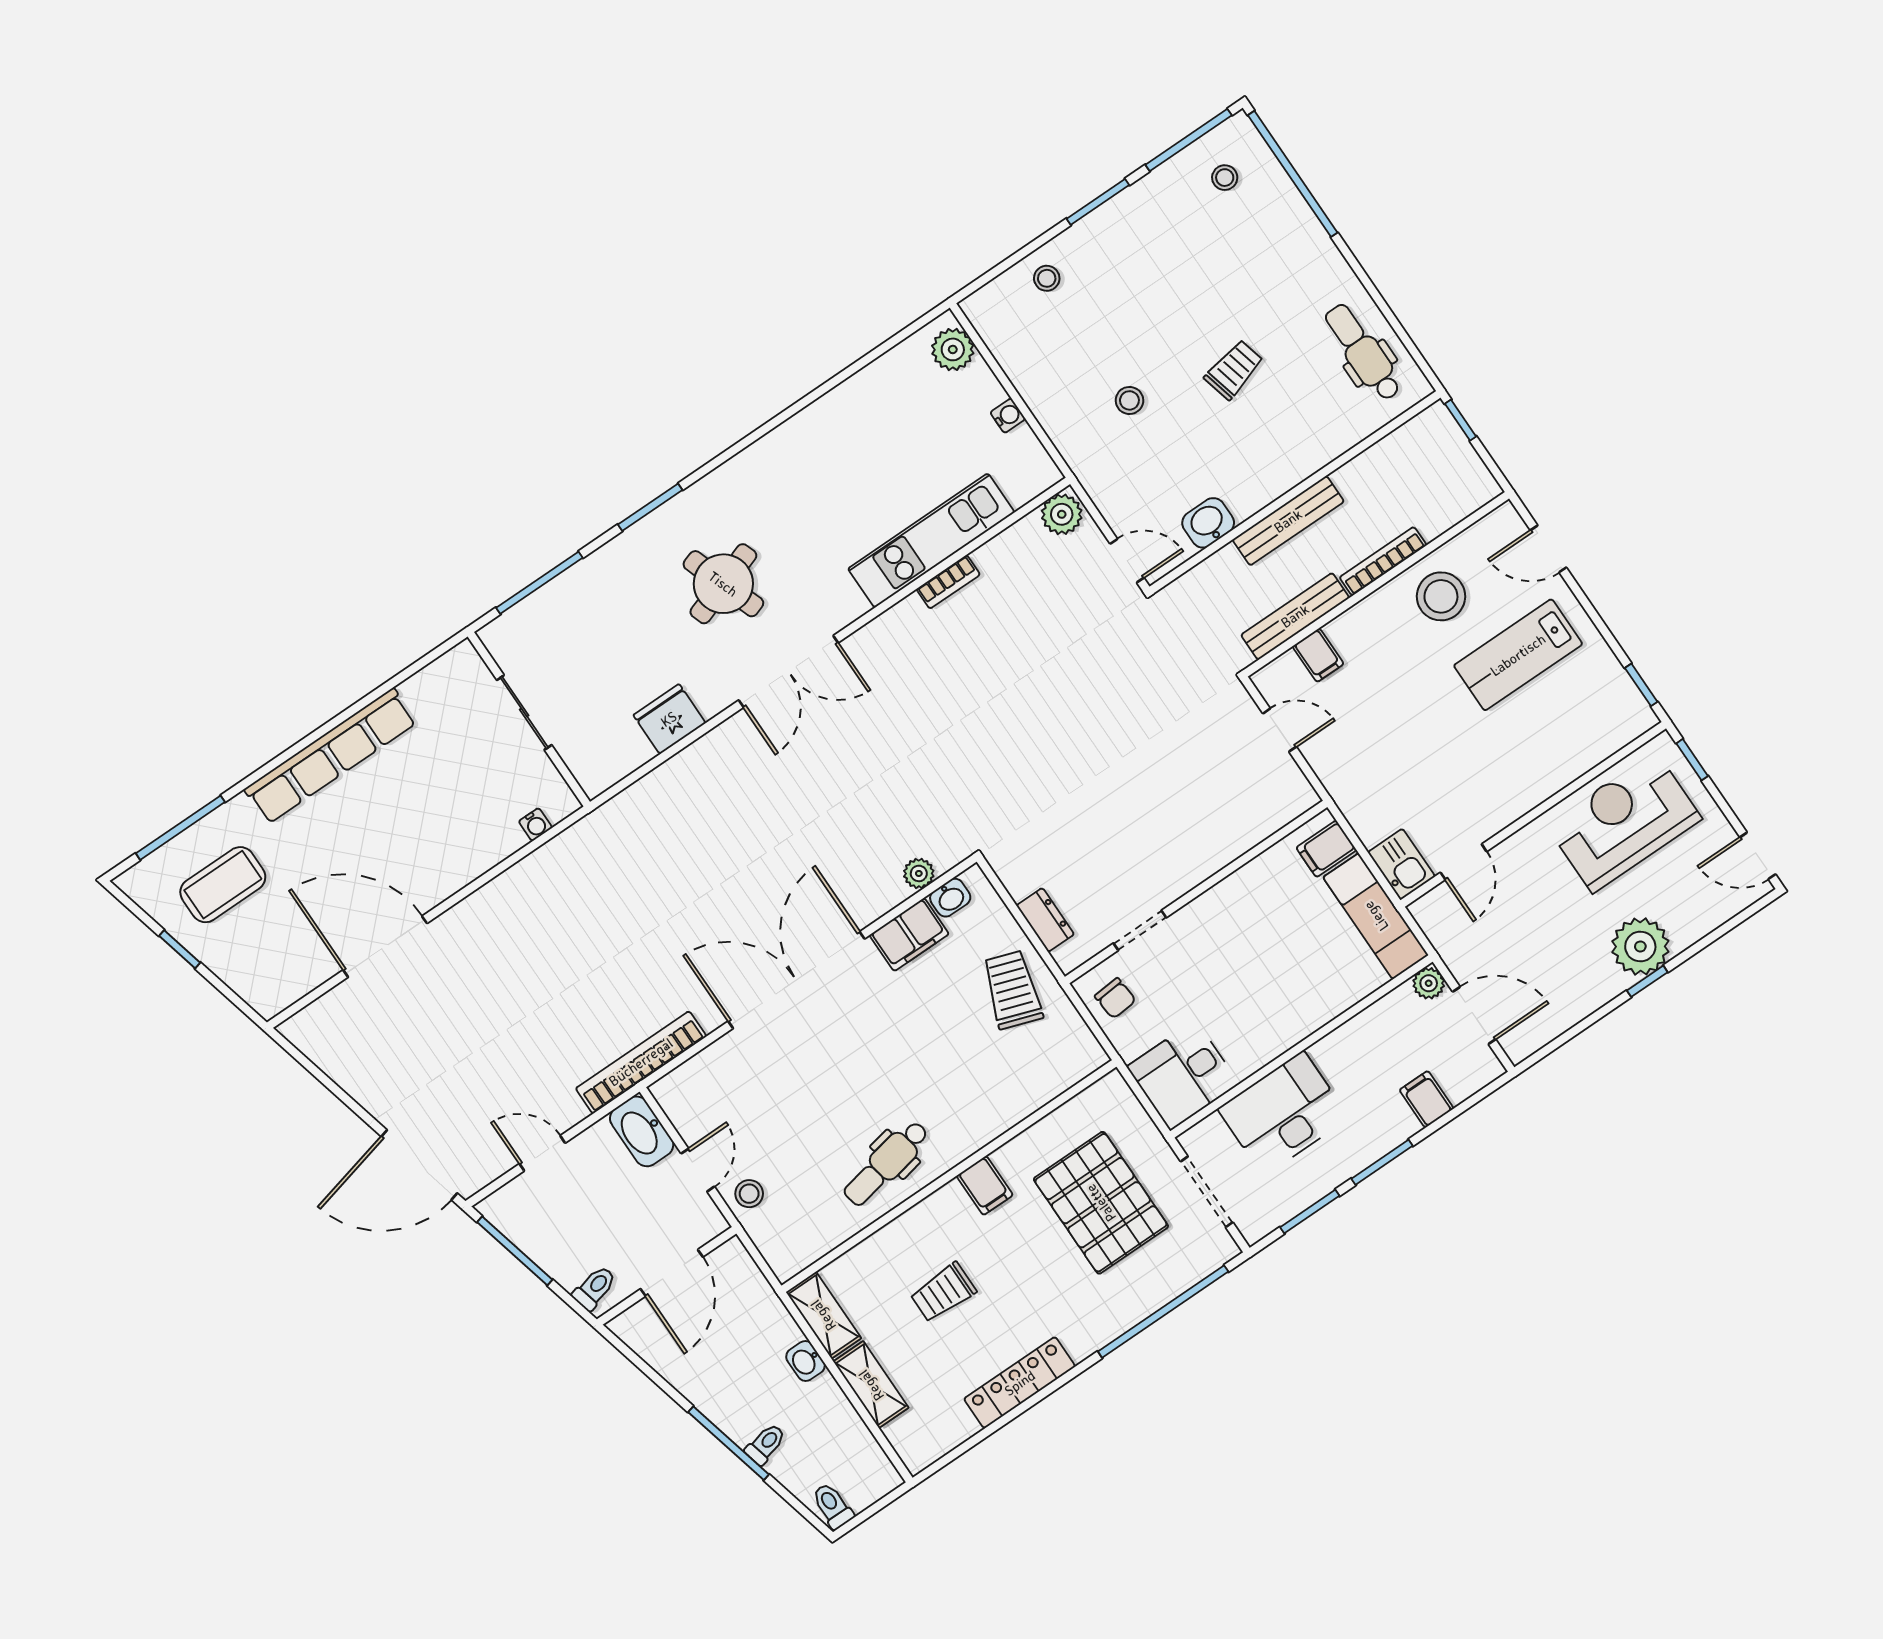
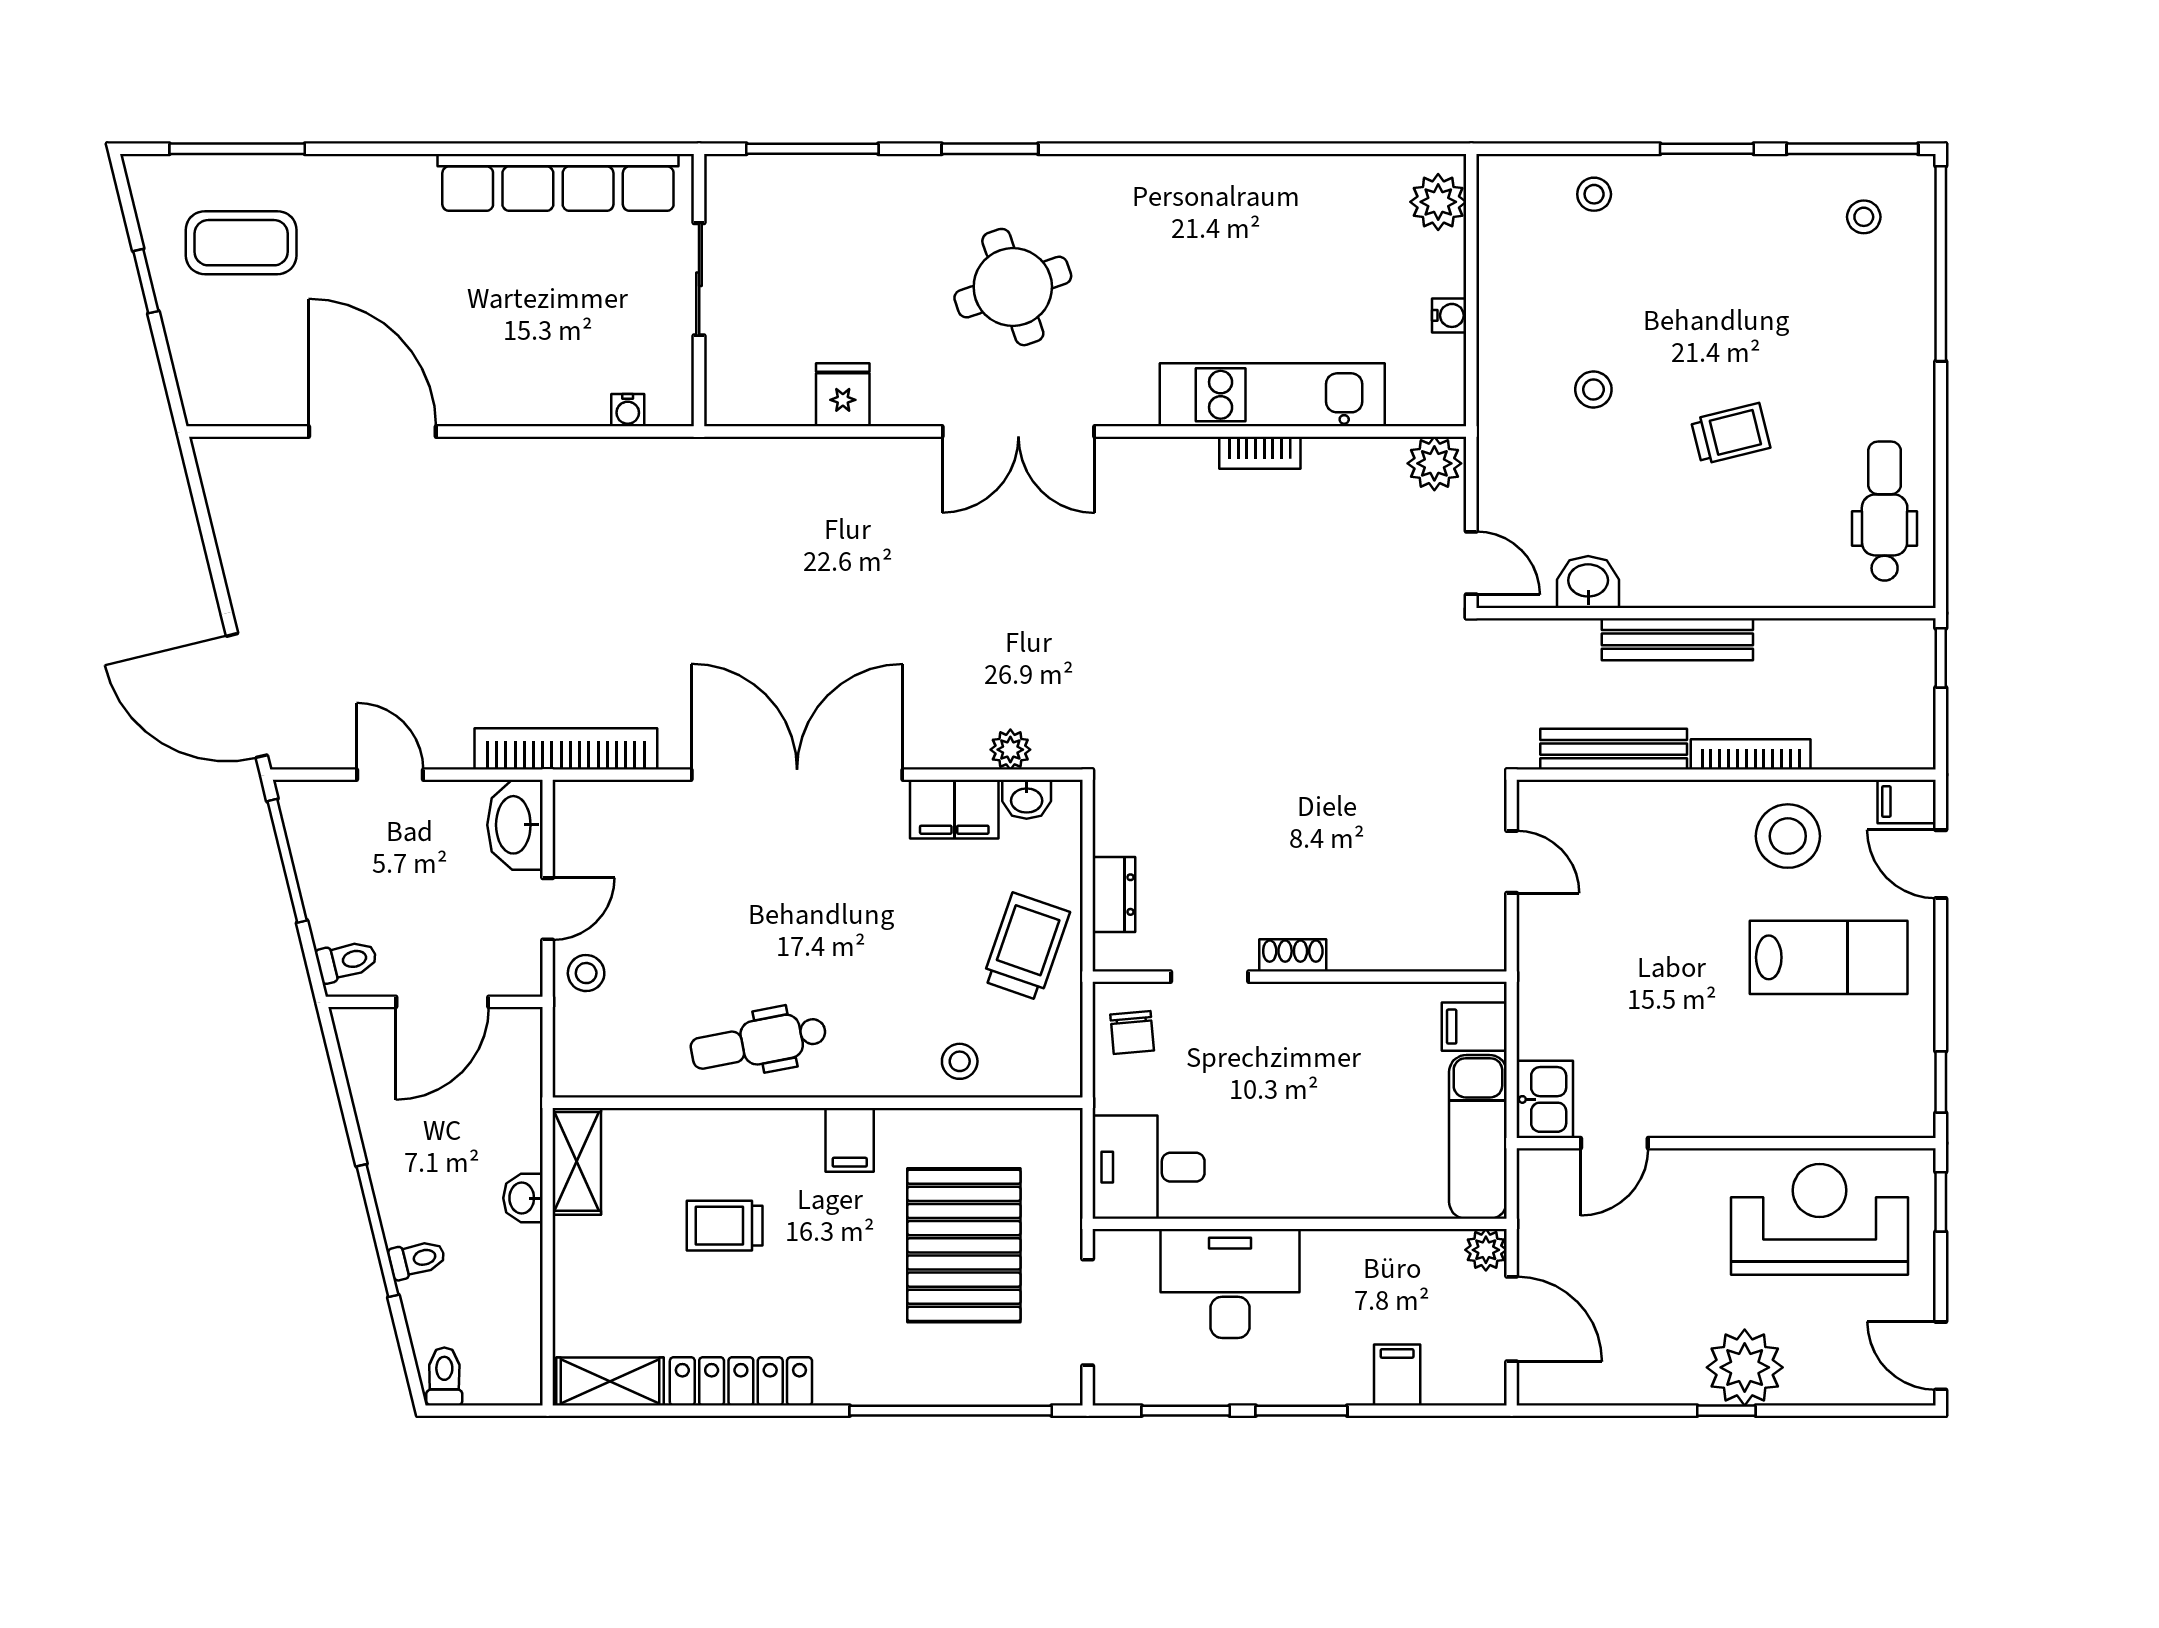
filing cabinet: (1318, 655) -> (1907, 802), moved, turned 90
lab bench: (1518, 655) -> (1829, 957), turned 180
fridge: (669, 719) -> (843, 395), width x0.72
row of seats: (331, 756) -> (558, 182), moved
shoe rack: (1183, 882) -> (1293, 955), added
stool: (1020, 1090) -> (960, 1061), added
shelving: (871, 1385) -> (610, 1382), moved, turned 90

